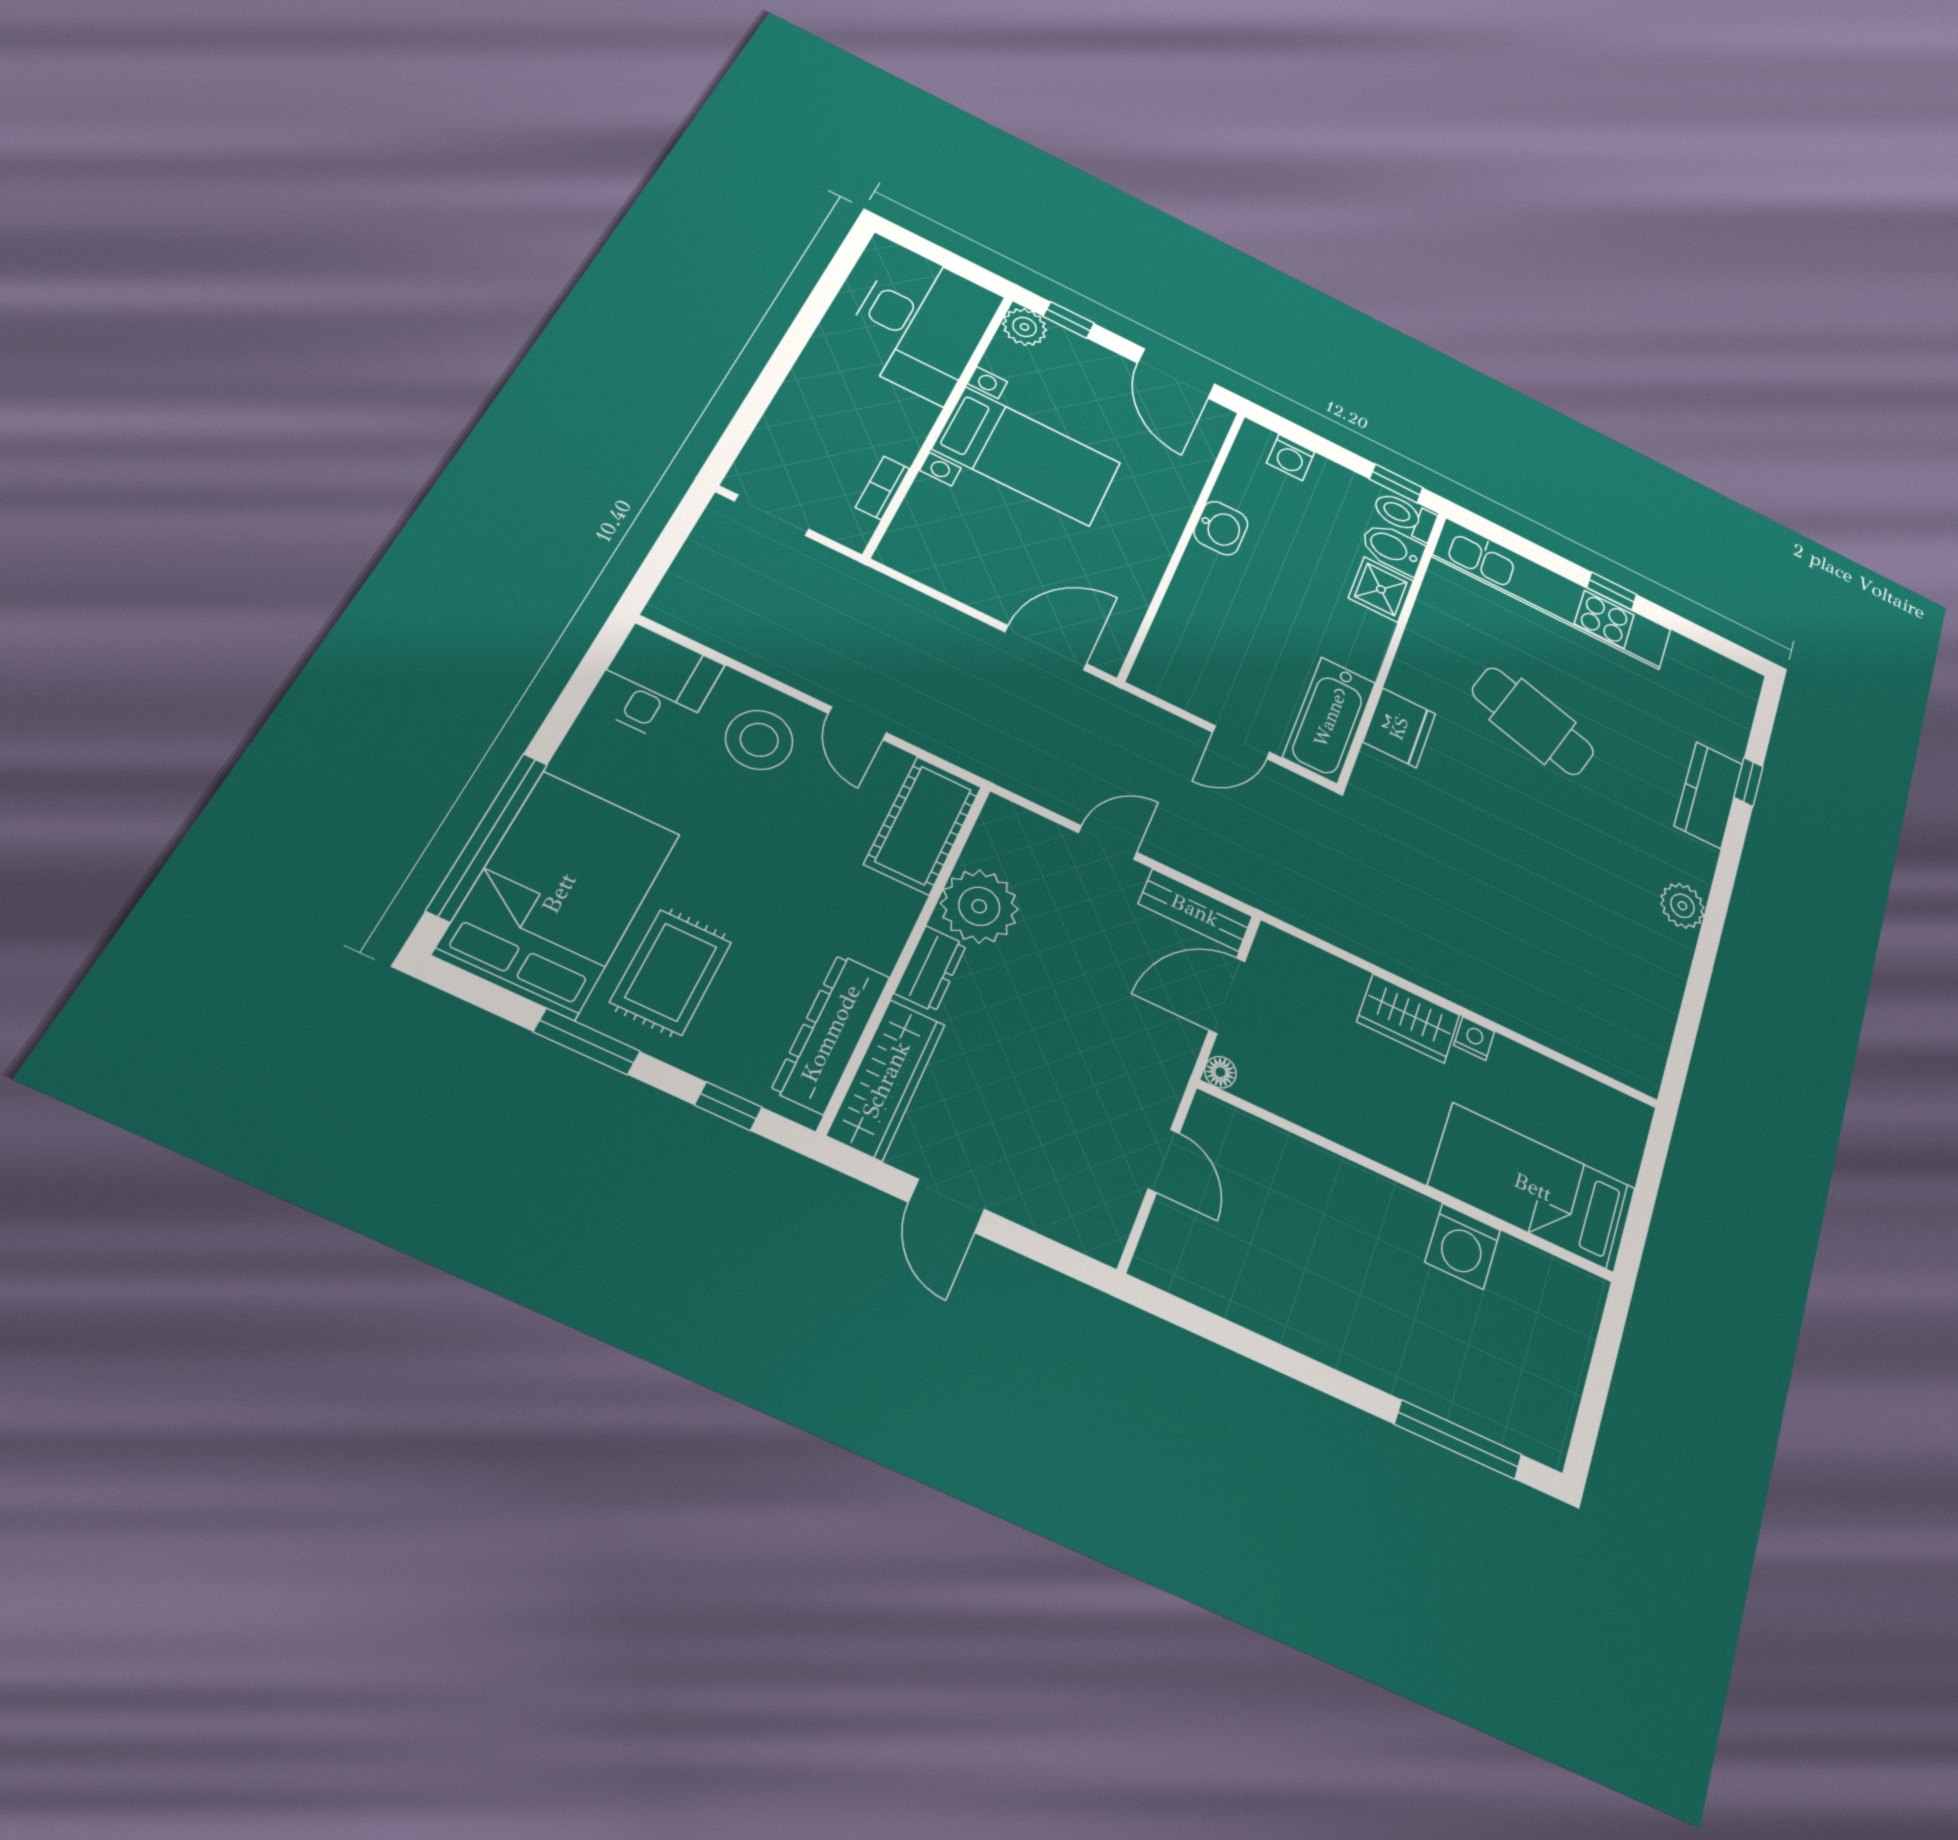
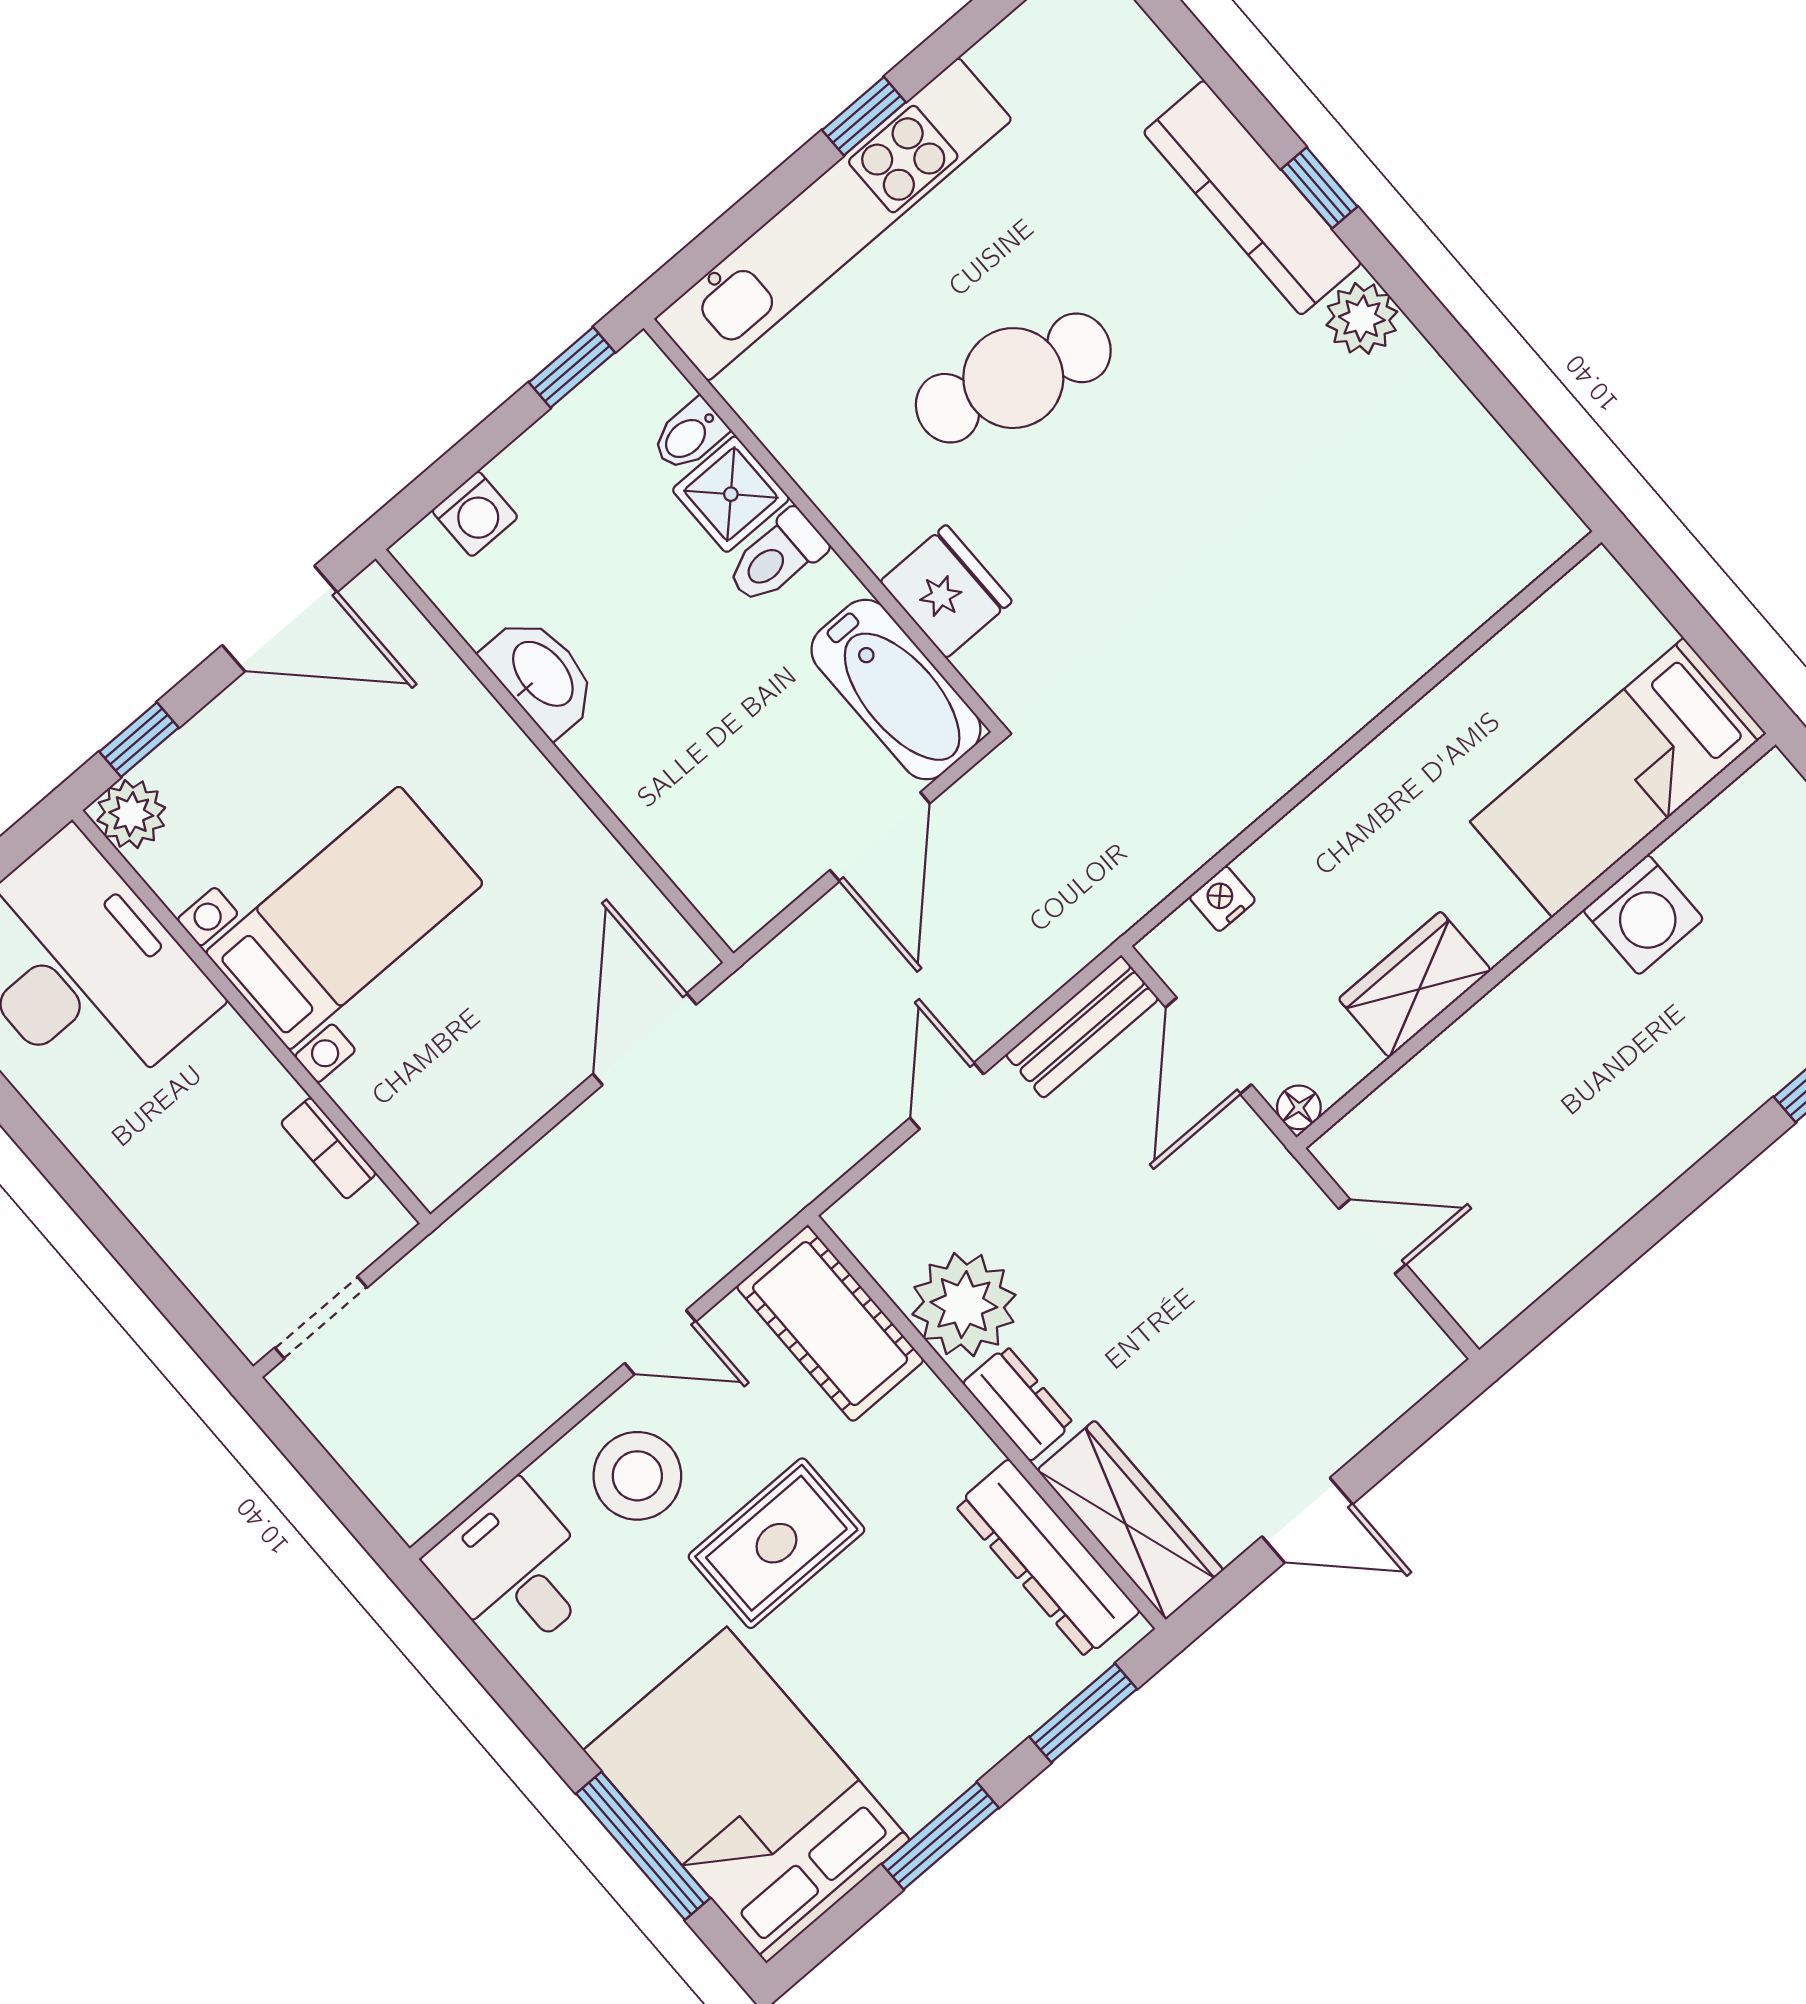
toilet: (1405, 516) -> (776, 557), moved
washbasin: (1221, 528) -> (541, 675), width x1.38
bidet: (1393, 548) -> (689, 435), width x0.72, depth x0.74
door: (1241, 742) -> (880, 837), width x1.38
window: (1748, 782) -> (1319, 188), moved
kitchen counter: (1709, 795) -> (1252, 198), width x1.50
window: (488, 836) -> (643, 1846), width x0.68
rug: (671, 972) -> (776, 1543), moved, turned 90
wardrobe: (1408, 1018) -> (1415, 985), moved, turned 180
nightstand: (1474, 1038) -> (1222, 899), moved
window: (728, 1106) -> (1083, 1713), width x1.50

